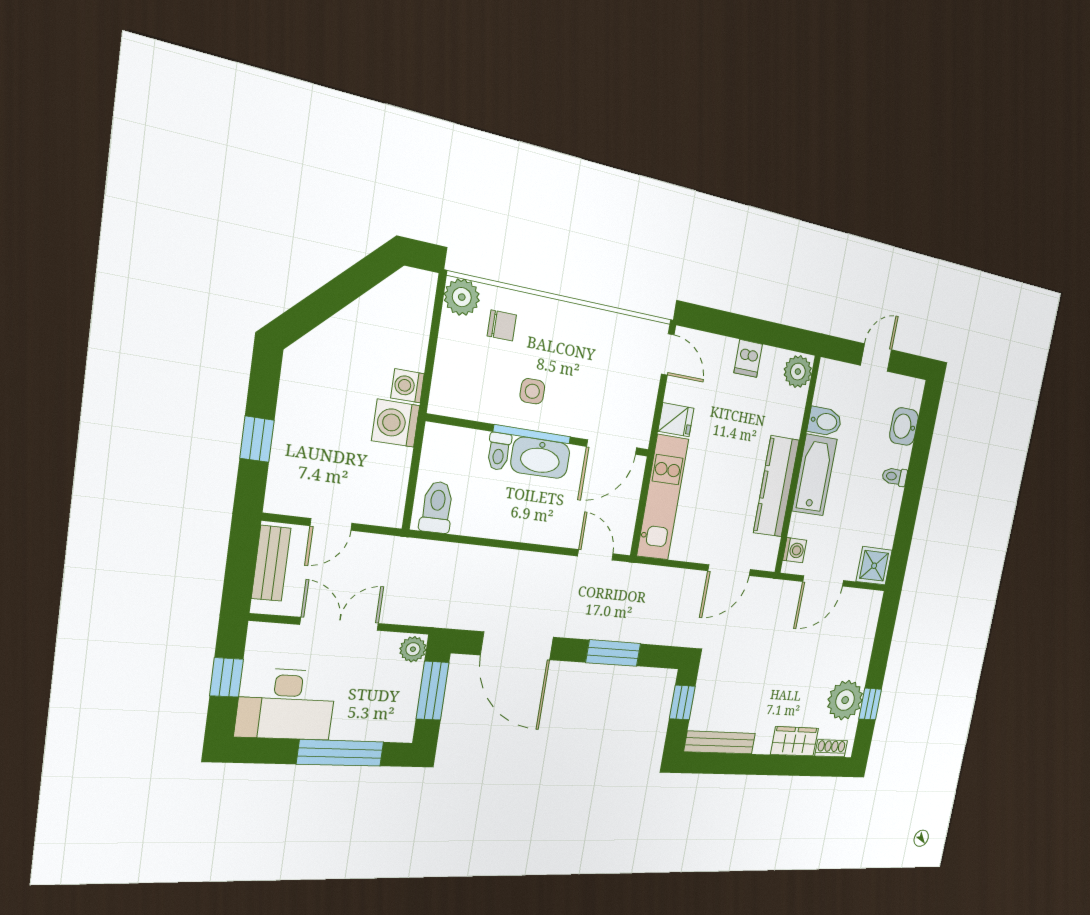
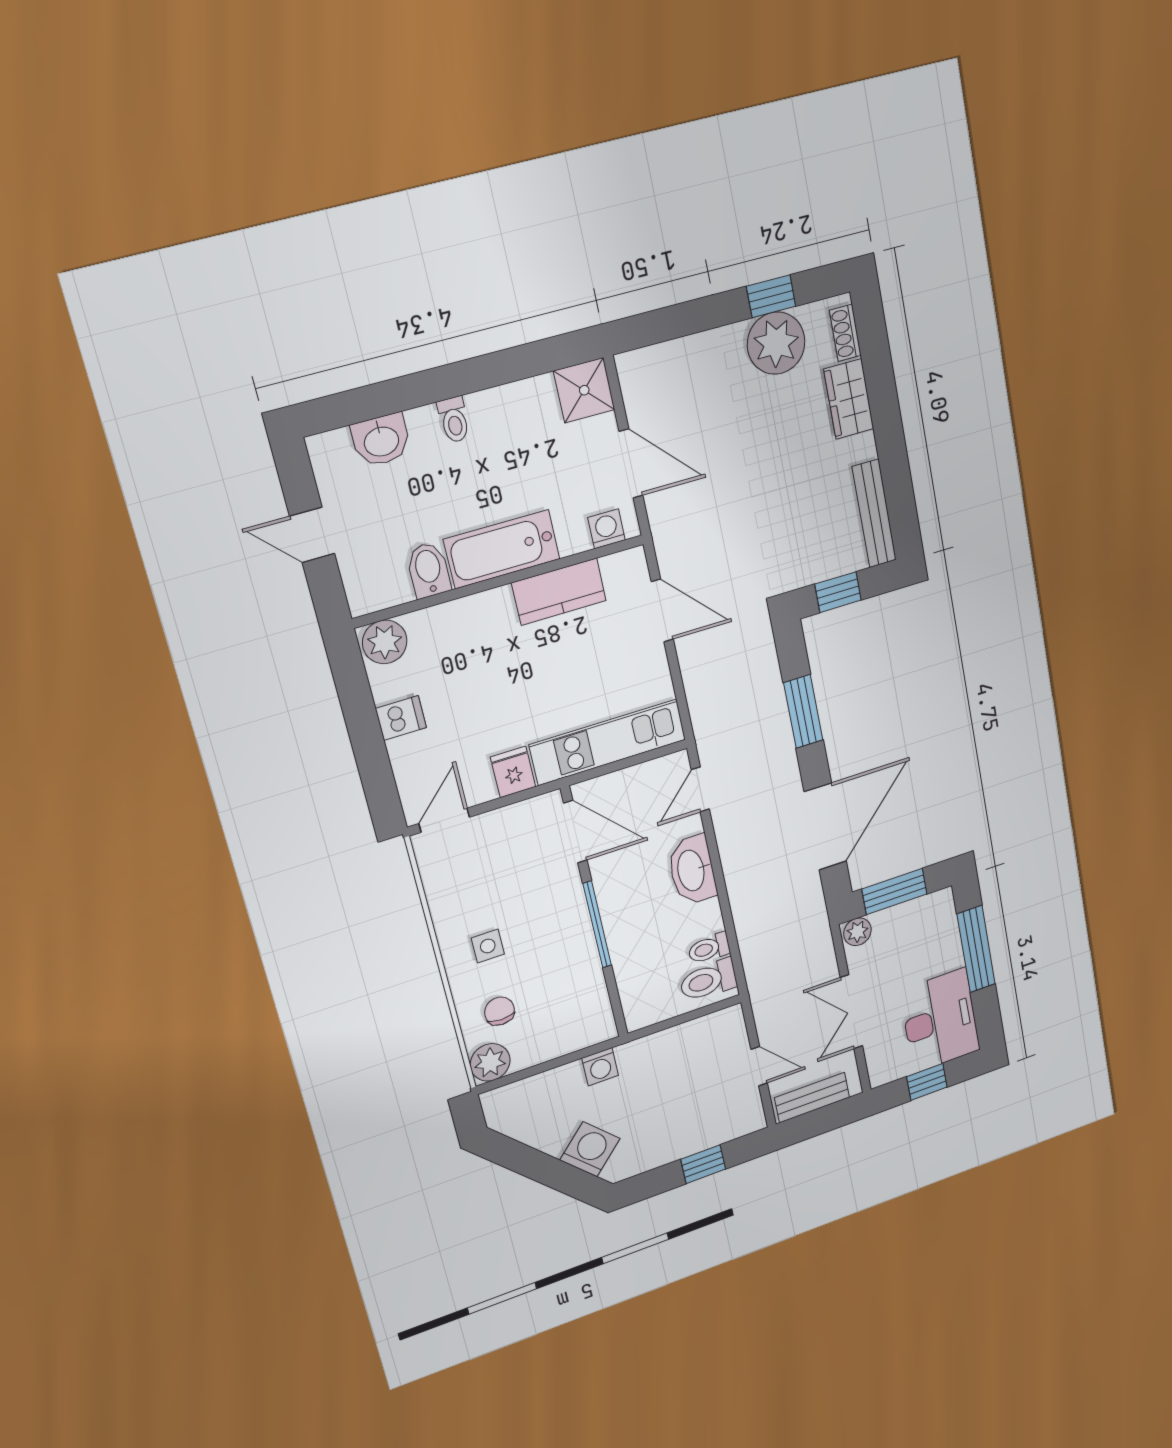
side table: (532, 391) -> (488, 946), moved
washing machine: (396, 423) -> (590, 1149), moved, turned -135
toilet: (499, 451) -> (709, 948), moved, turned 180
washbasin: (540, 458) -> (692, 870), moved, turned 180
kitchen counter: (776, 486) -> (559, 592), width x0.67

